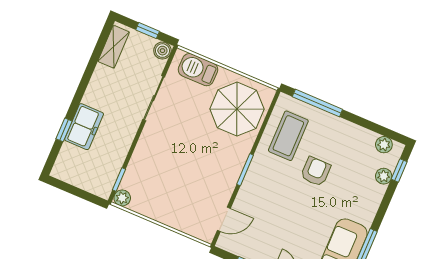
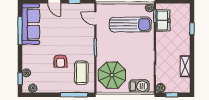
shelving: (114, 47) -> (185, 66), moved
freezer: (84, 127) -> (163, 20), moved, turned 180
sun lounger: (168, 183) -> (130, 25), added
door: (224, 219) -> (95, 19), hinge flipped

